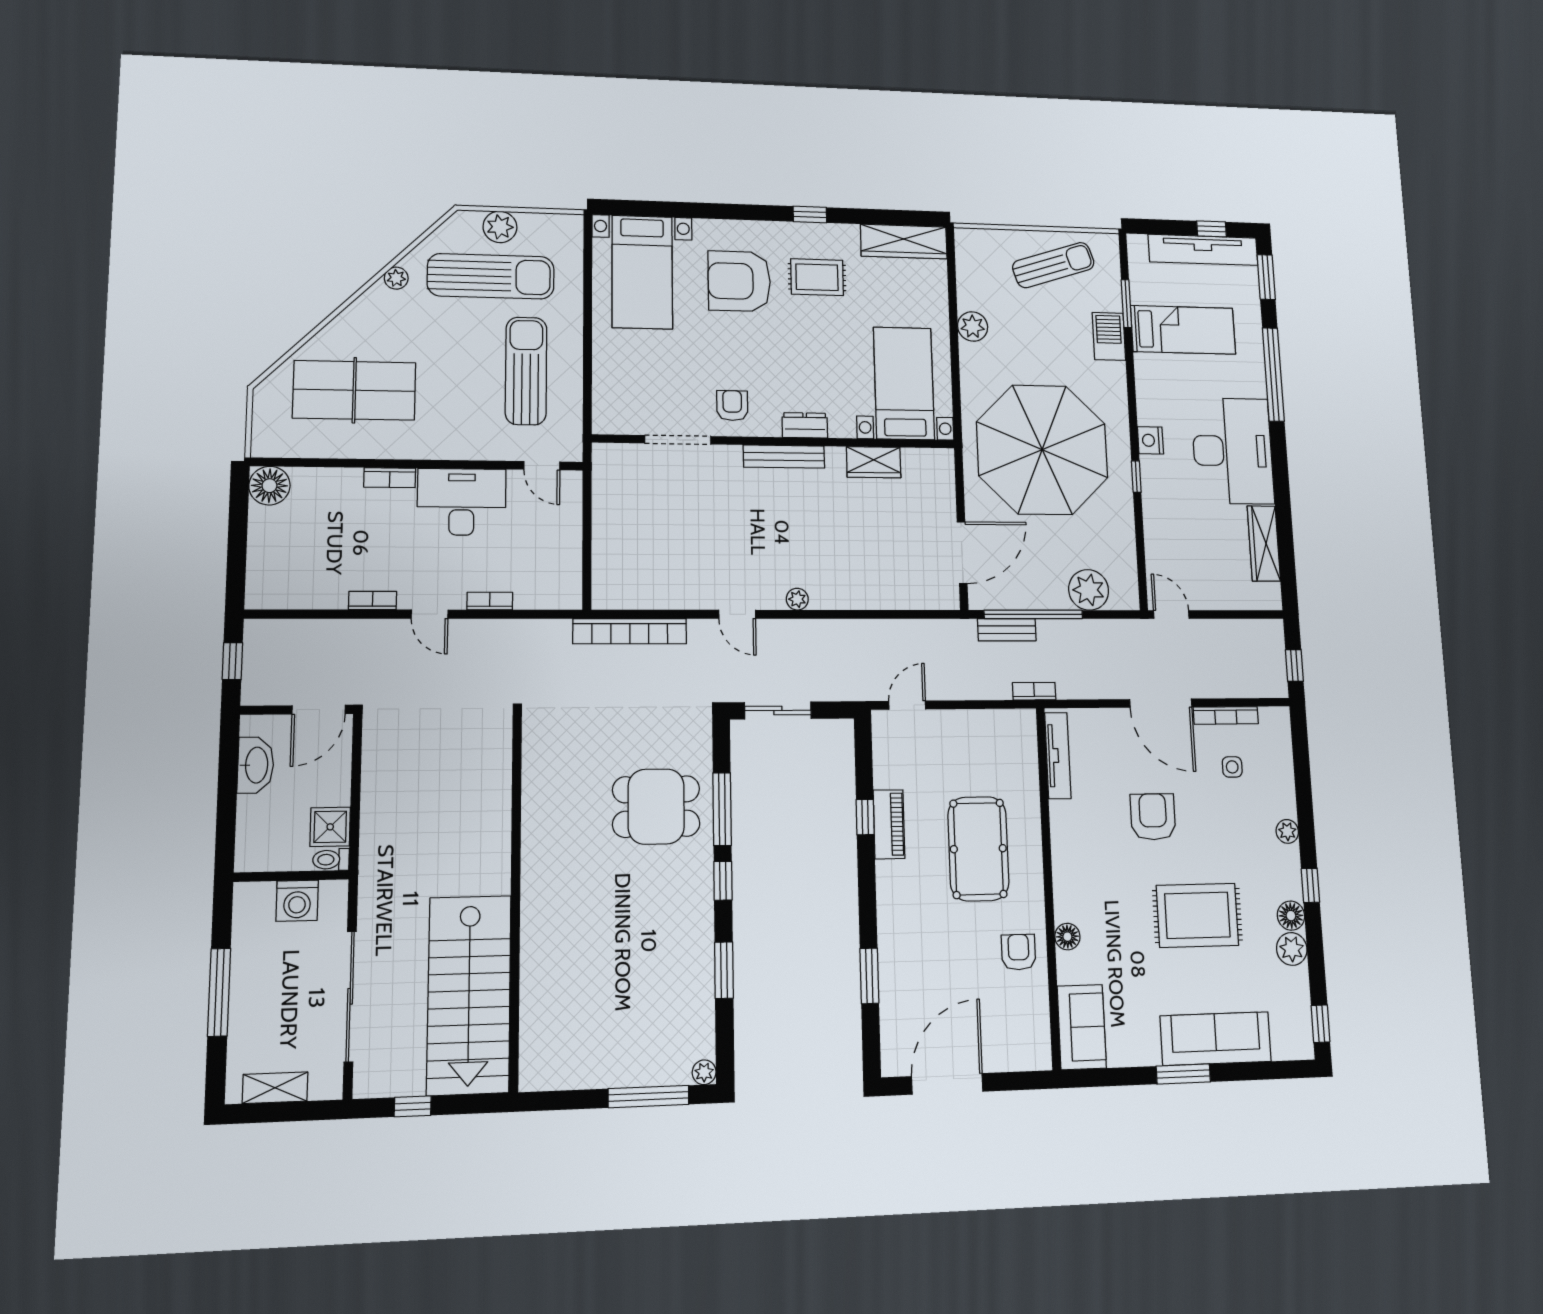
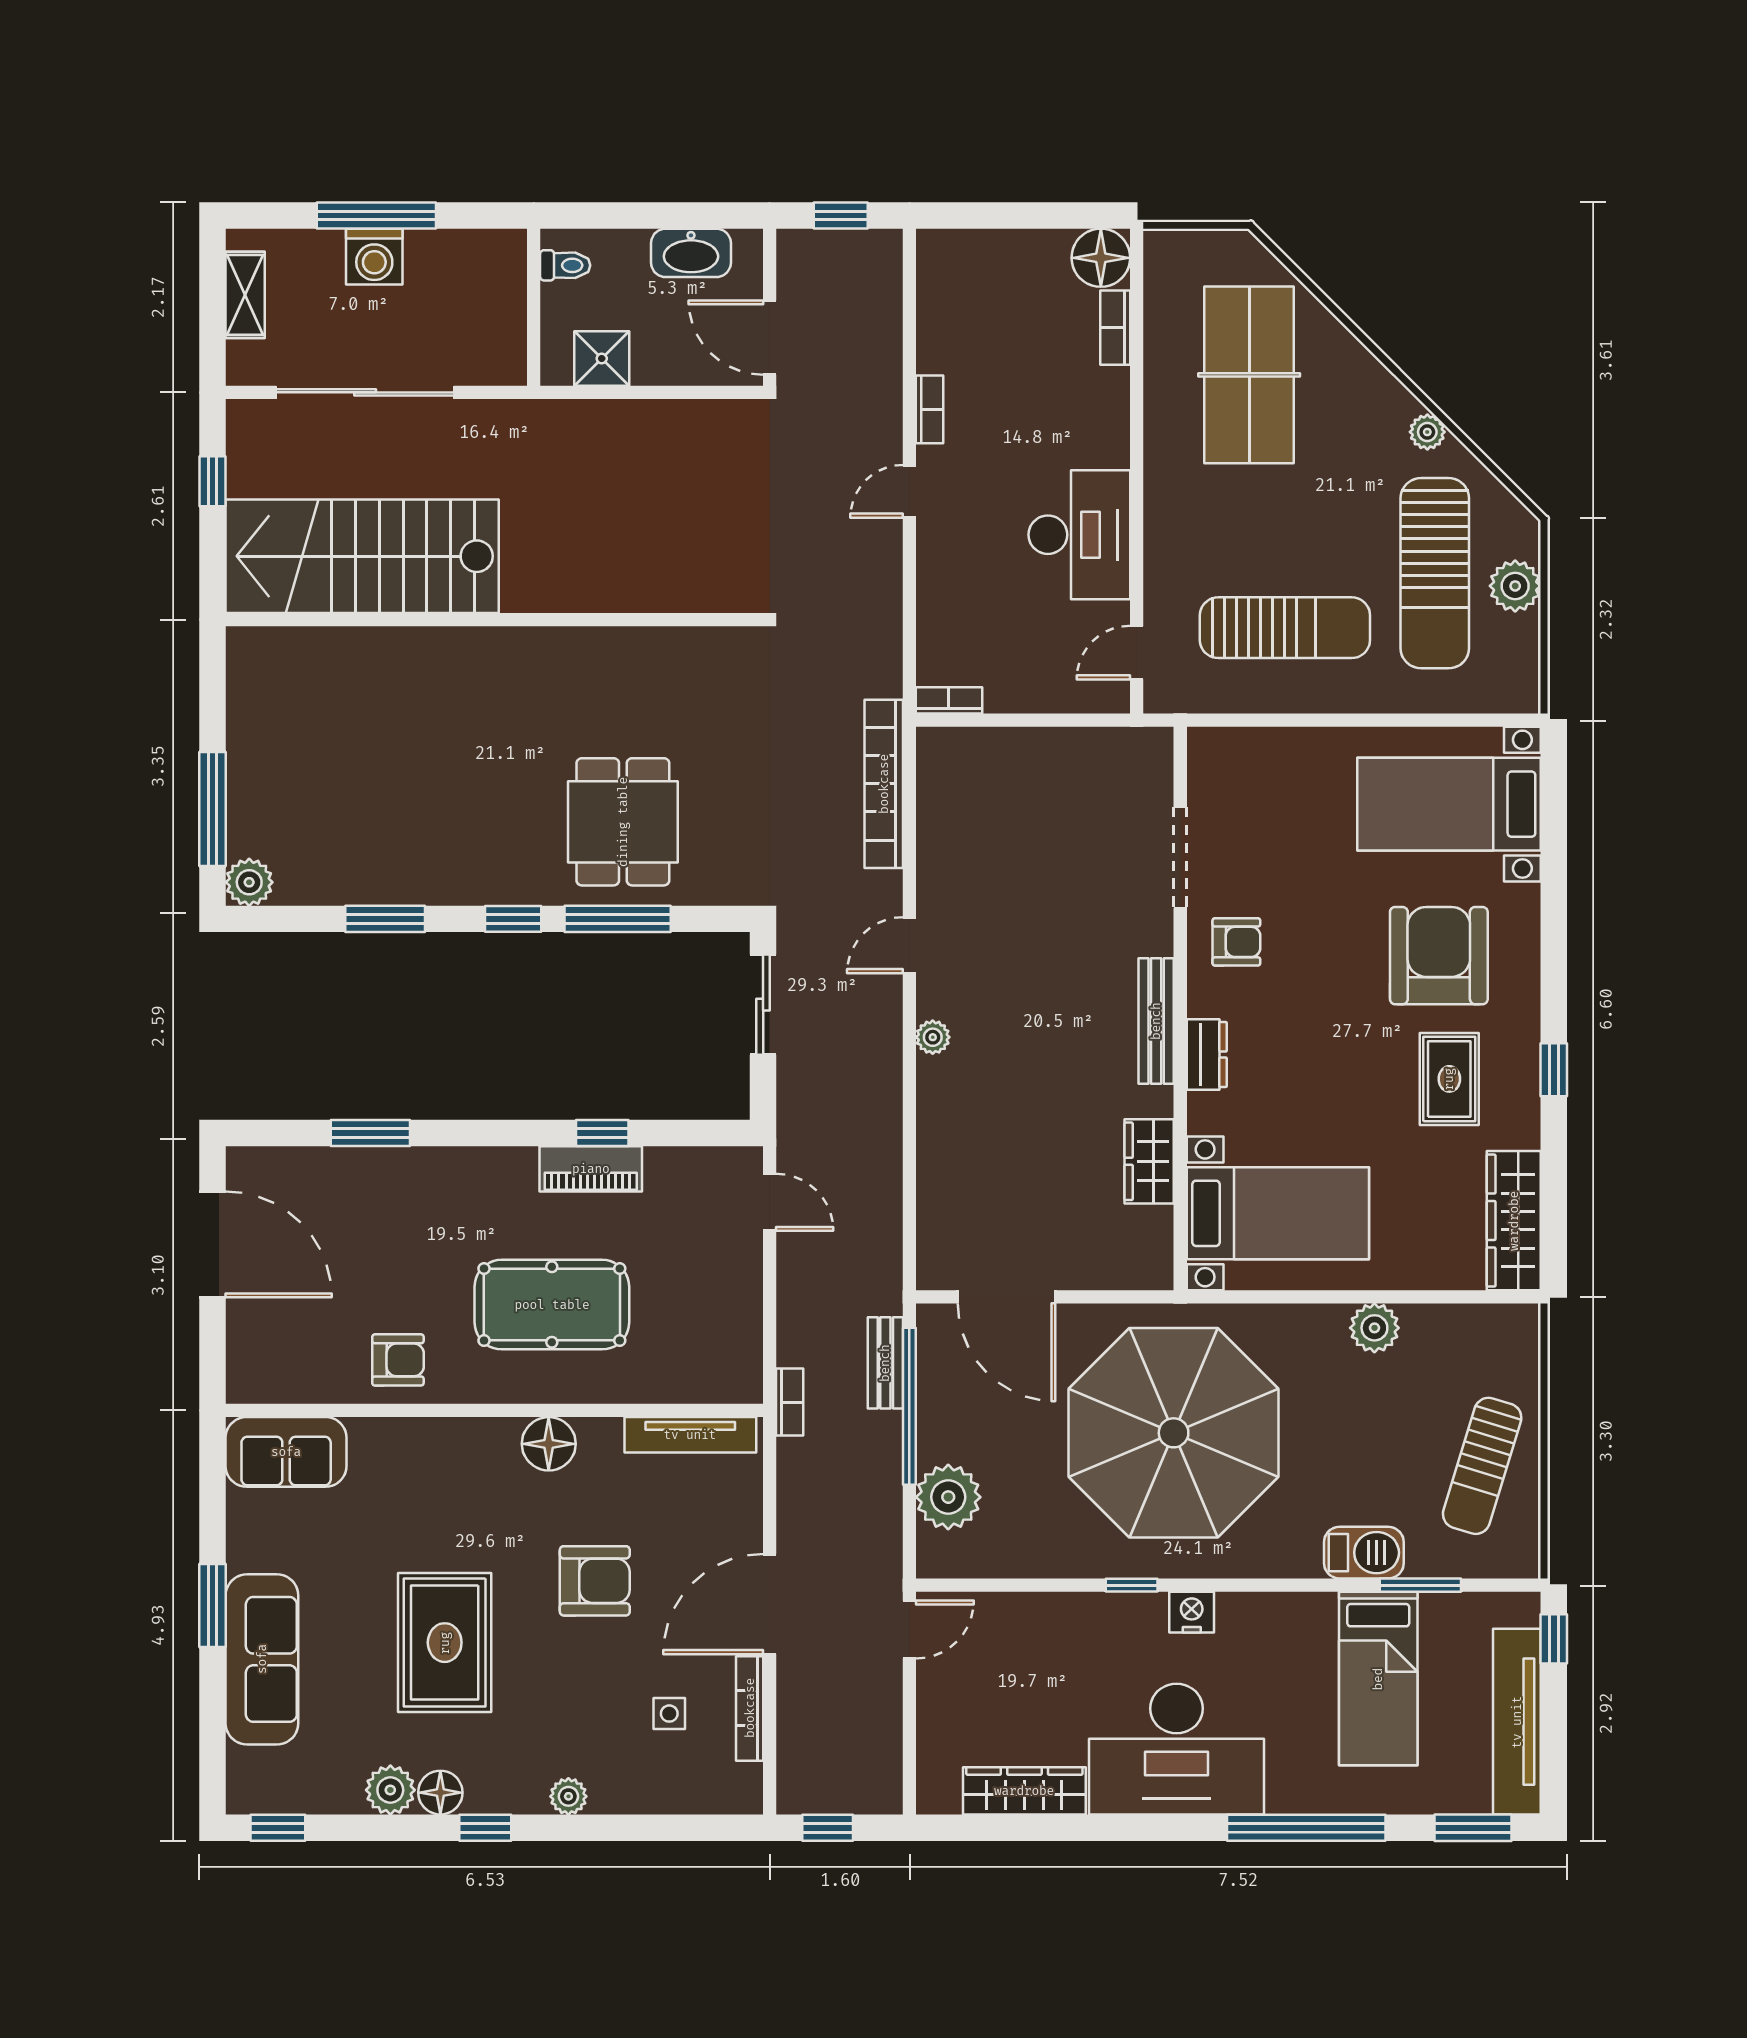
window: (1212, 229) -> (1554, 1639), moved
sun lounger: (1053, 265) -> (1482, 1466), turned 35
bookcase: (390, 478) -> (1115, 328), moved
bookcase: (490, 601) -> (949, 700), moved, turned -90
toilet: (331, 860) -> (565, 265), moved, turned 90
washing machine: (297, 901) -> (374, 257), moved, turned -90
floor lamp: (1067, 937) -> (549, 1444), moved, width x1.38, depth x1.38
plant: (704, 1072) -> (249, 882), width x1.38, depth x1.38

